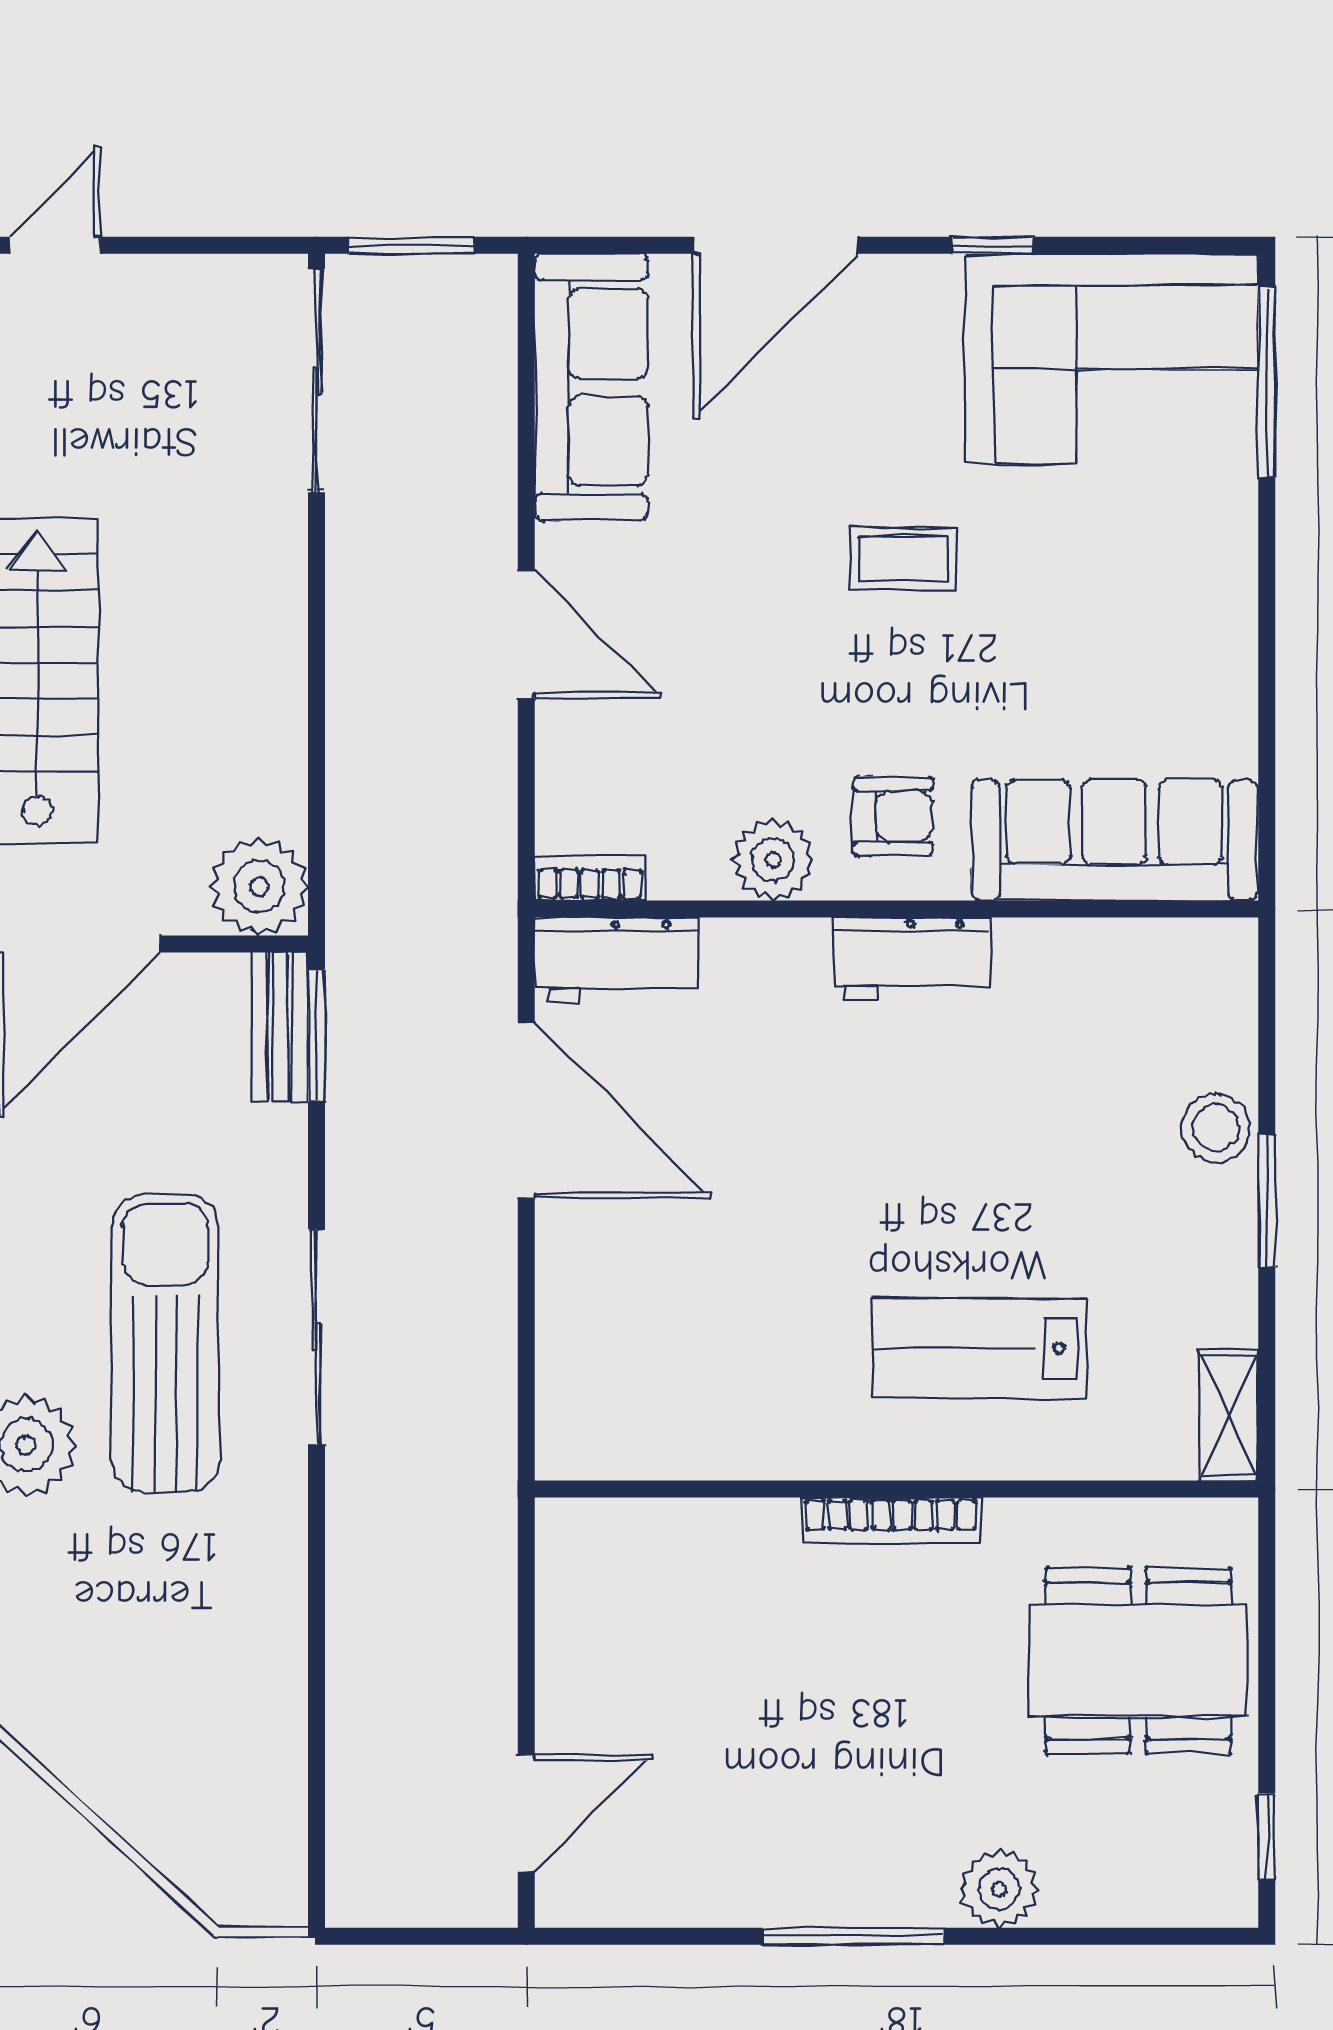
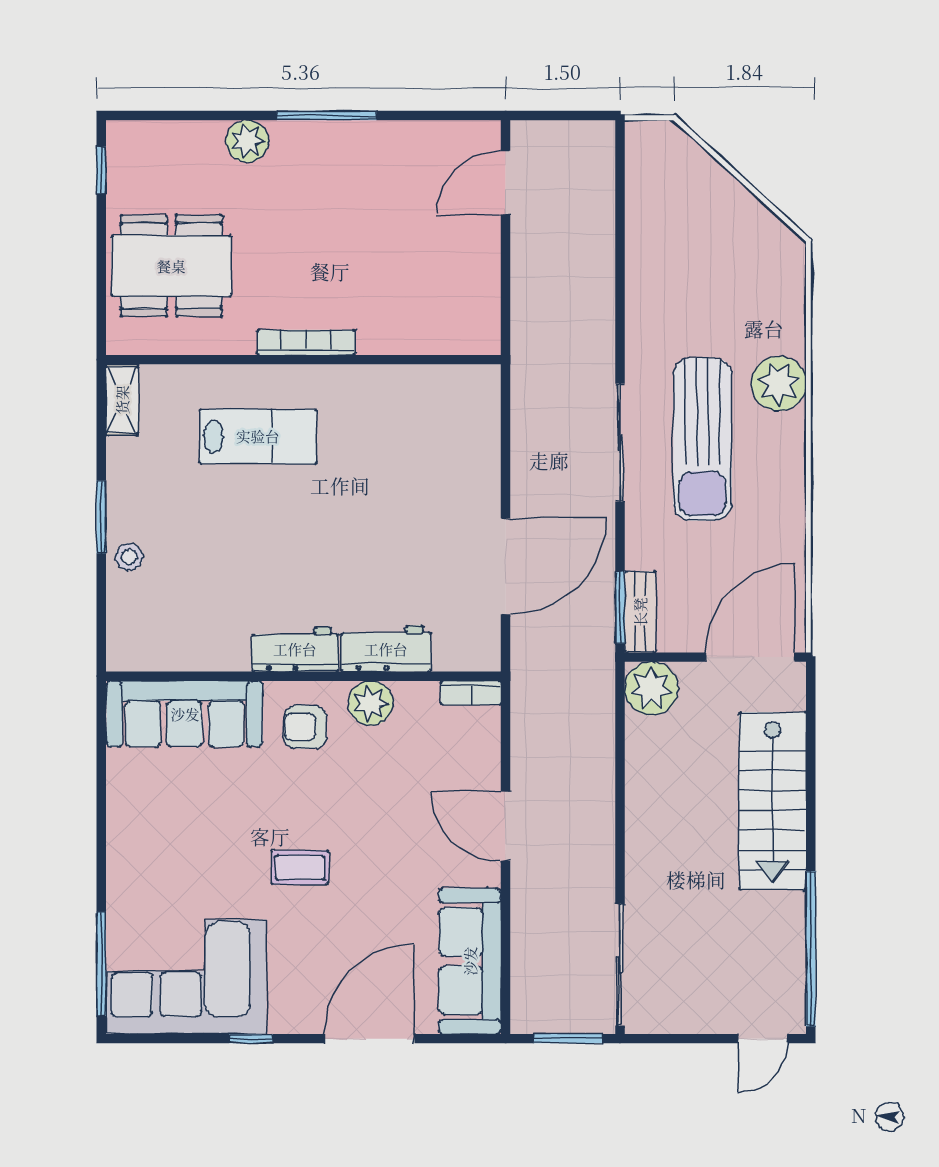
workbench: (616, 960) -> (386, 649), moved
door: (526, 1111) -> (506, 566), swing flipped
stool: (1216, 1128) -> (129, 557), width x0.73, depth x0.73

